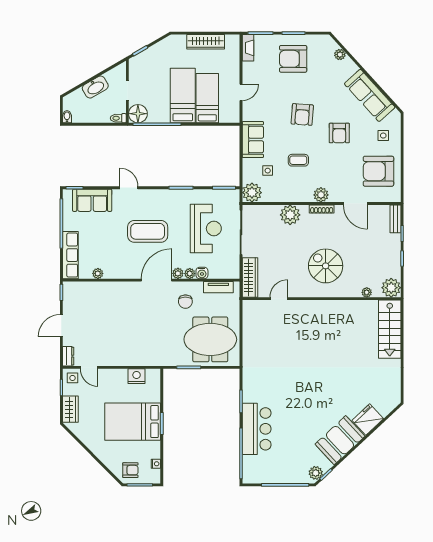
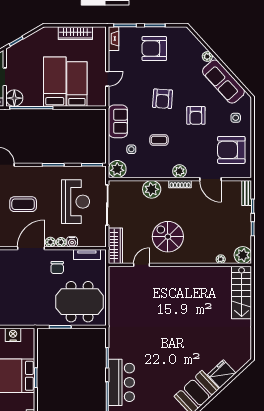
plant: (340, 55) -> (207, 56), moved
coffee table: (148, 231) -> (23, 204), width x0.73, depth x0.76
spiral stairs: (326, 266) -> (168, 237), moved

